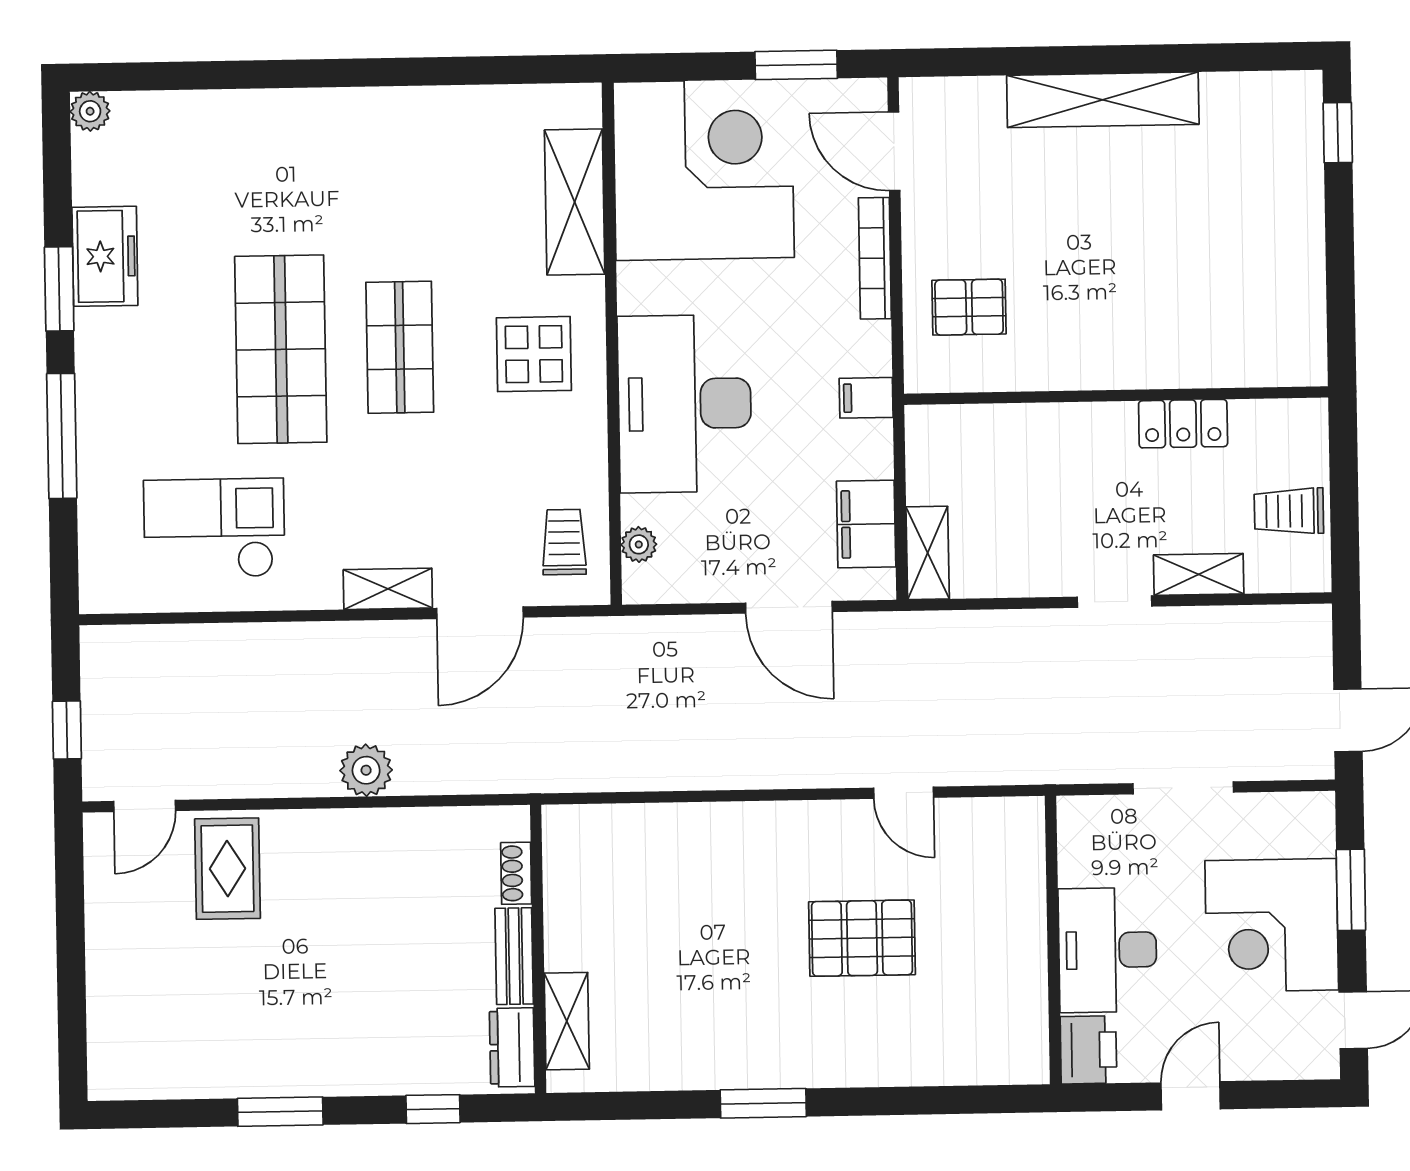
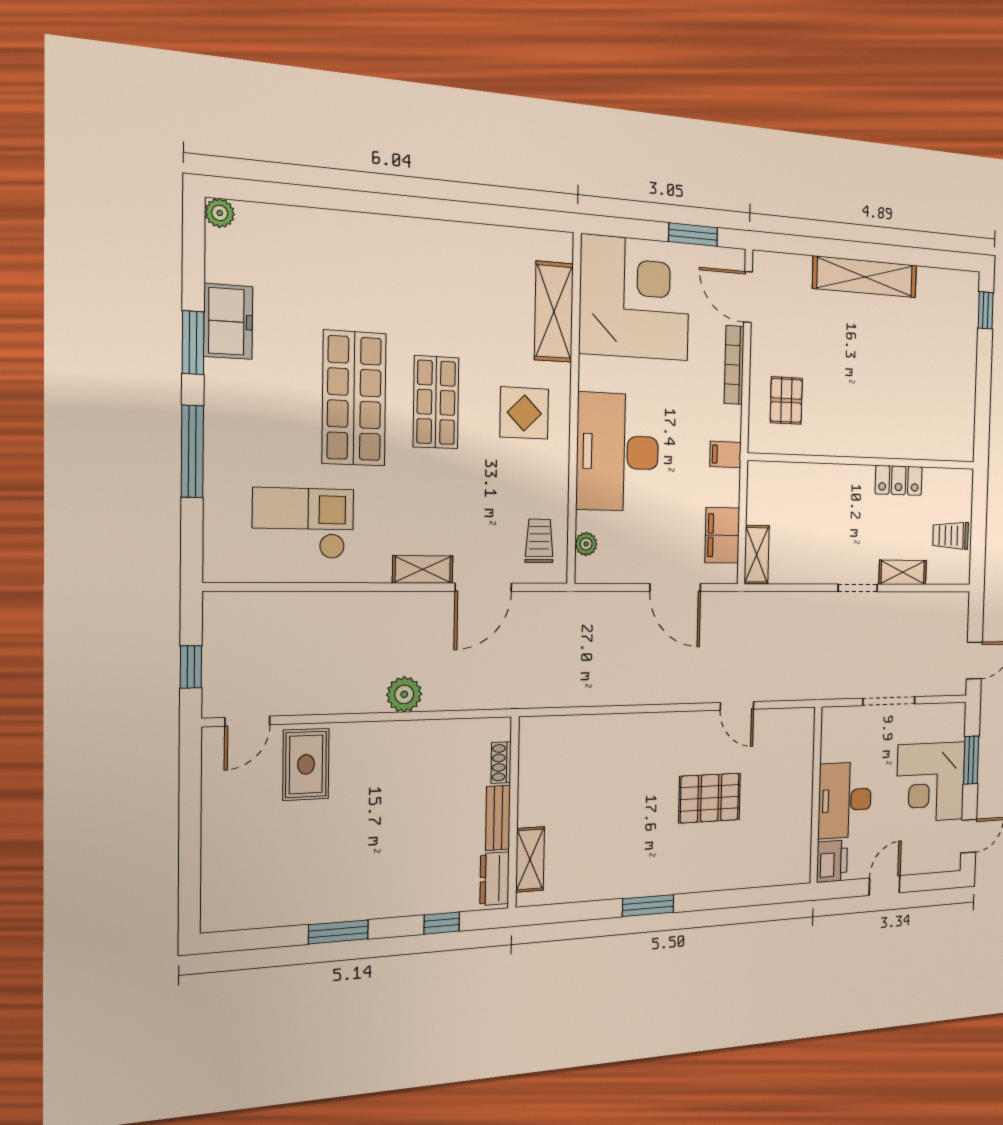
pallet: (969, 307) -> (786, 400), turned 90

